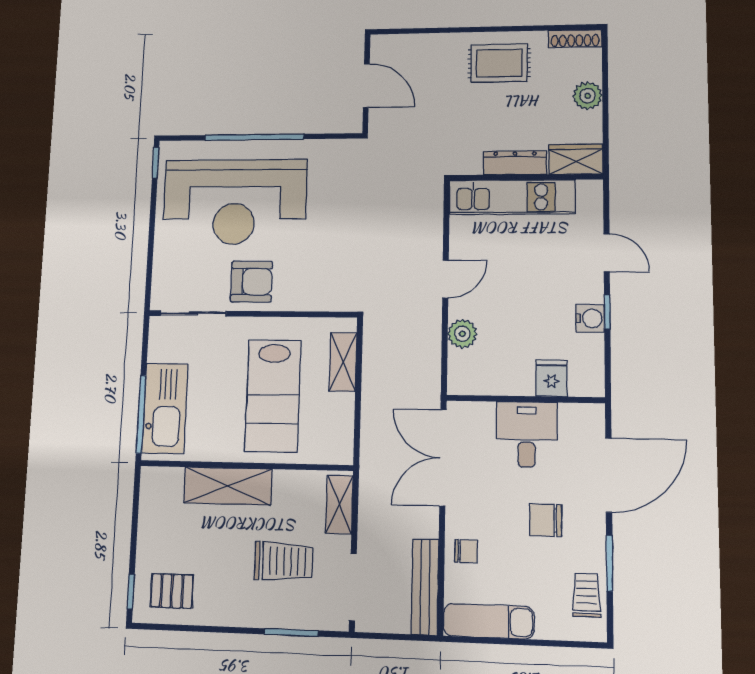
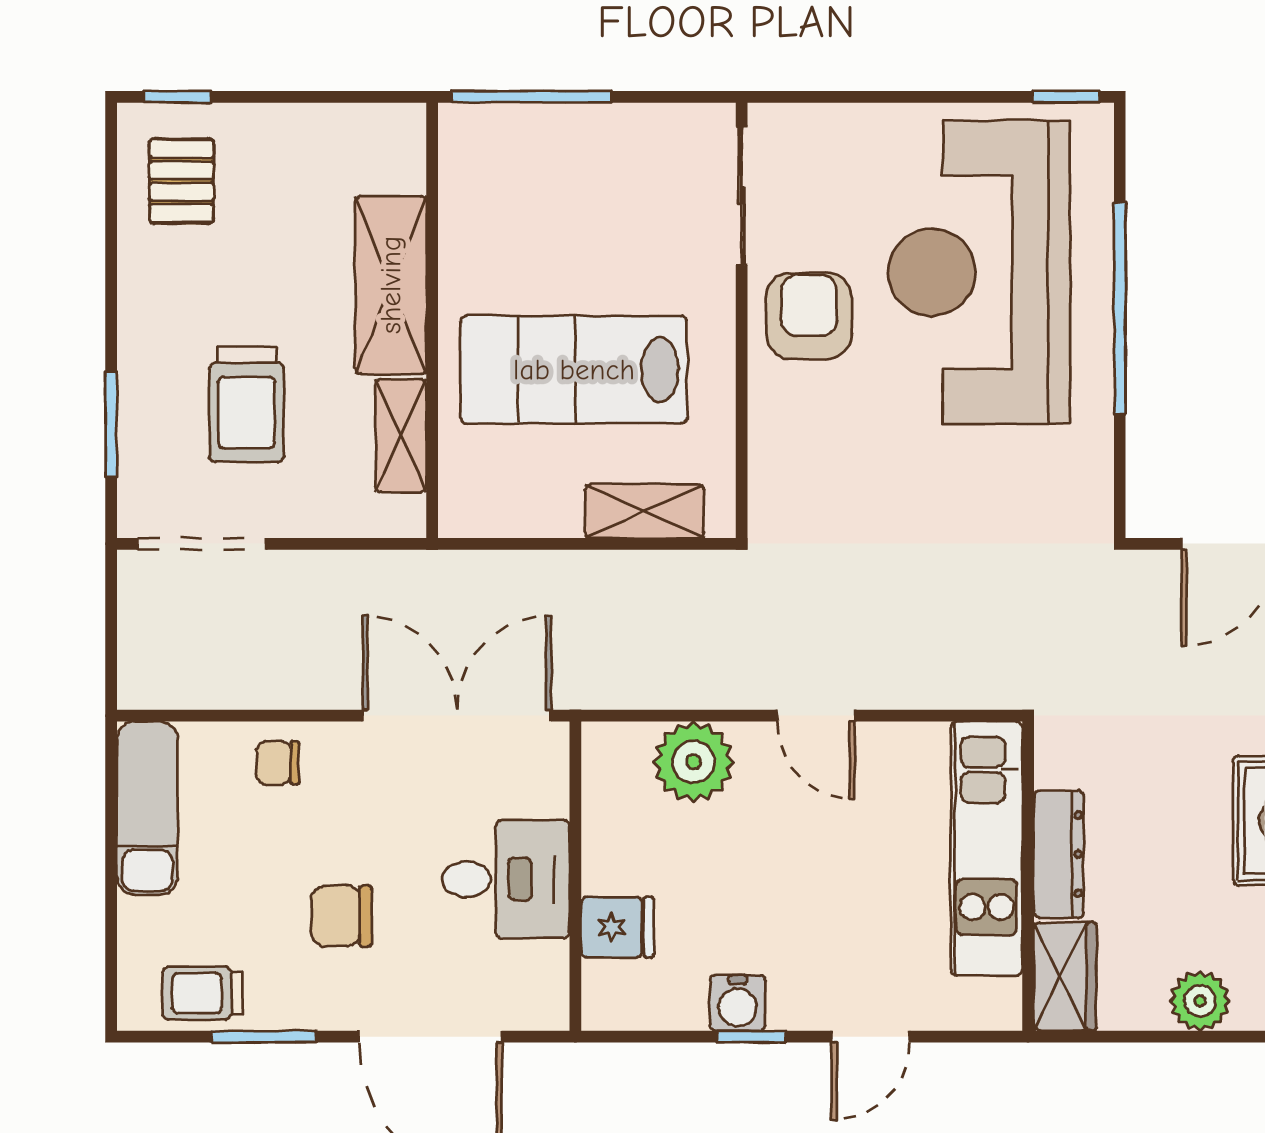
armchair: (251, 282) -> (809, 316), turned 180
plant: (462, 334) -> (694, 762), width x1.36, depth x1.36
kitchen sink: (165, 408) -> (544, 147), removed
shelving: (339, 504) -> (401, 436), moved, turned 90
chair: (546, 520) -> (341, 916), turned -90
chair: (466, 551) -> (278, 763), turned 90
bench: (425, 587) -> (207, 685), removed
trolley: (587, 595) -> (203, 993), turned 180

